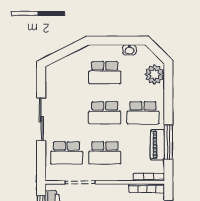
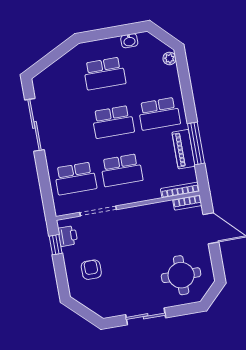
plant: (155, 74) -> (169, 58), width x0.53, depth x0.53
sliding door: (41, 119) -> (34, 125), moved
bookcase: (147, 188) -> (187, 203), width x0.64

